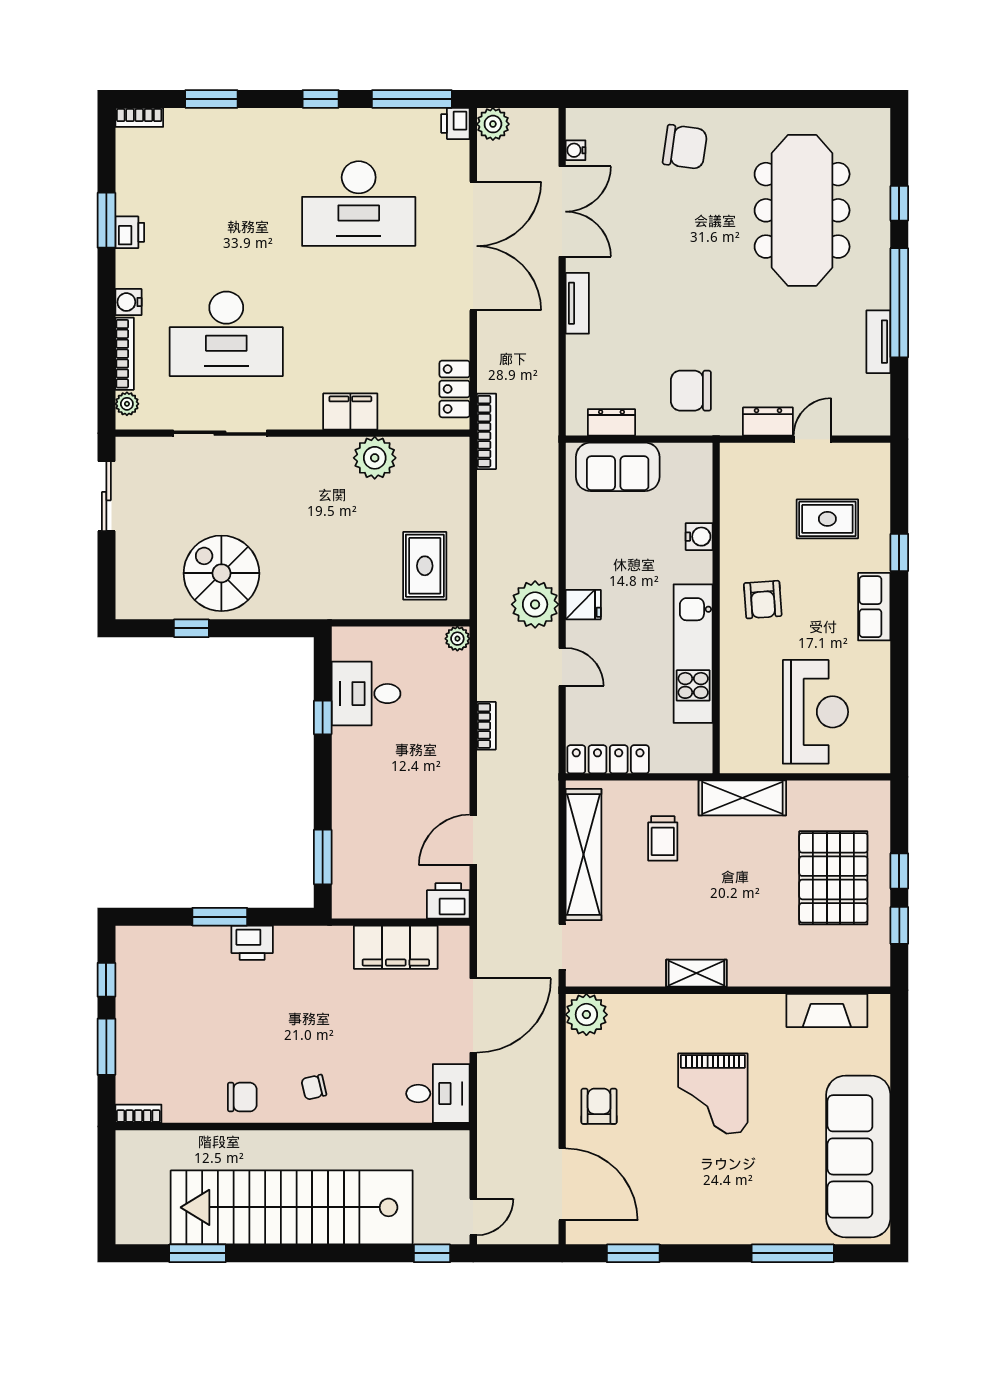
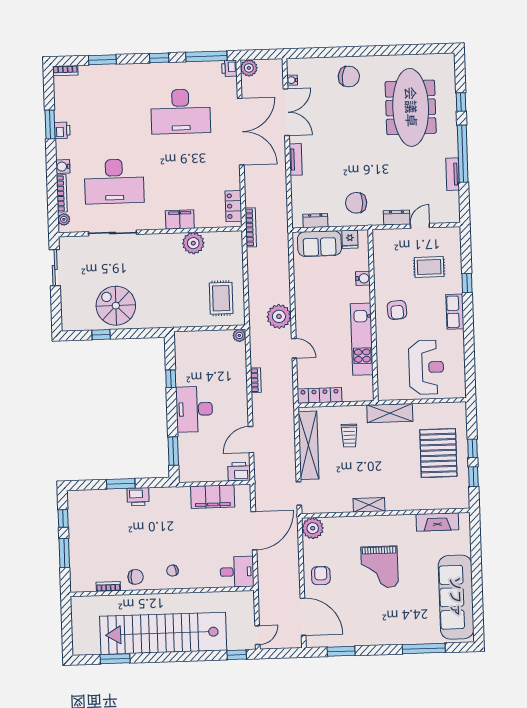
fridge: (583, 605) -> (350, 239), moved, turned 90
desk: (366, 694) -> (194, 409), moved, width x1.37
bookcase: (138, 1114) -> (108, 586), moved

